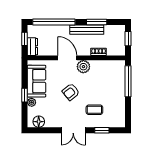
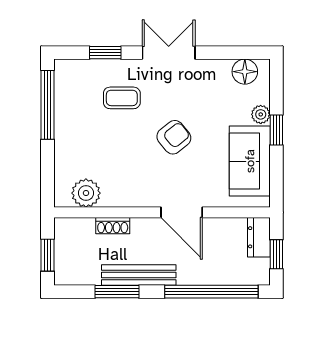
plant: (83, 67) -> (86, 193), moved
window: (128, 81) -> (47, 105), moved

